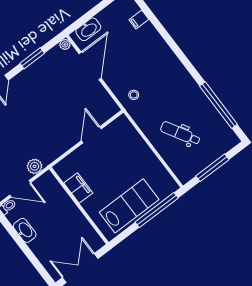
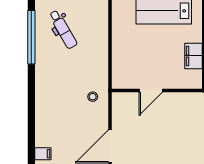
dental chair: (180, 133) -> (63, 29), moved

